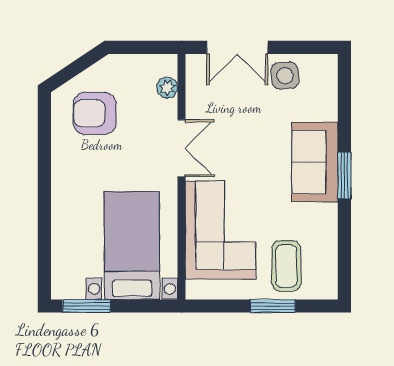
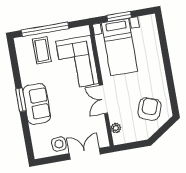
armchair: (95, 113) -> (149, 109), turned -70
window: (87, 306) -> (119, 16), moved
window: (273, 306) -> (45, 29), width x2.11

